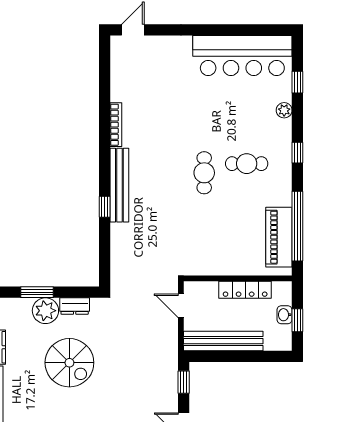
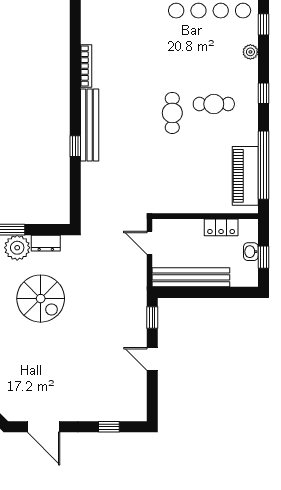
locker: (245, 290) -> (221, 227), width x0.66

